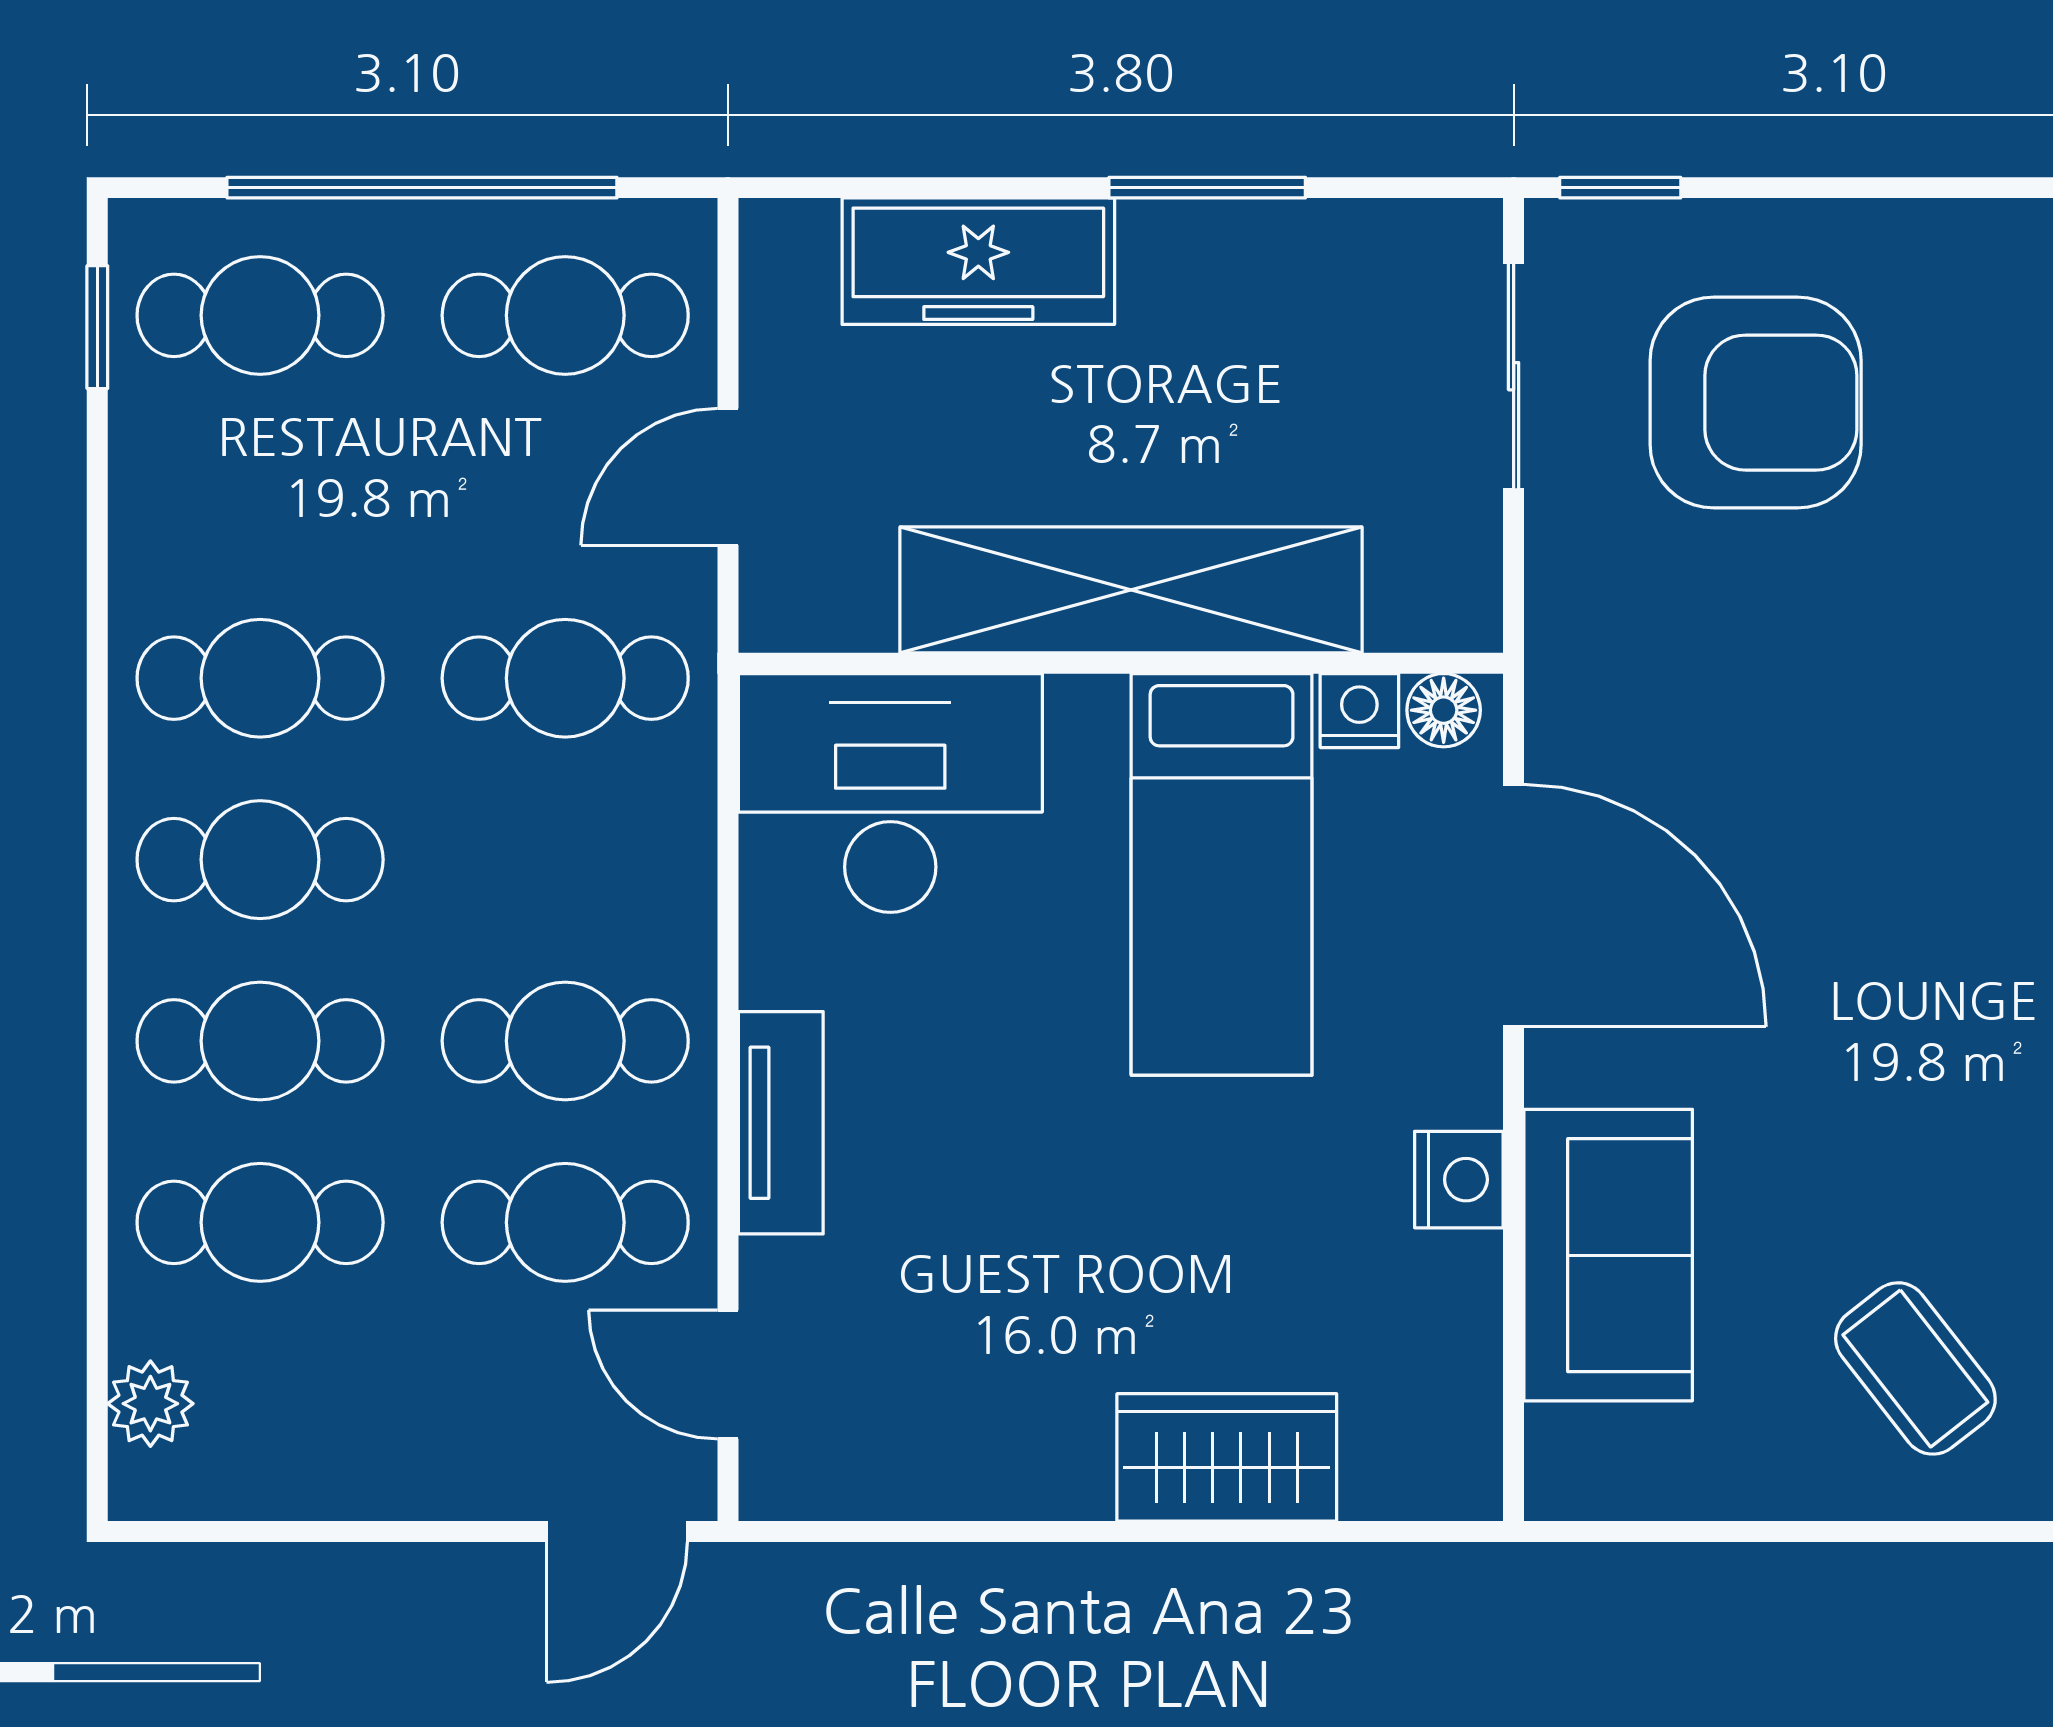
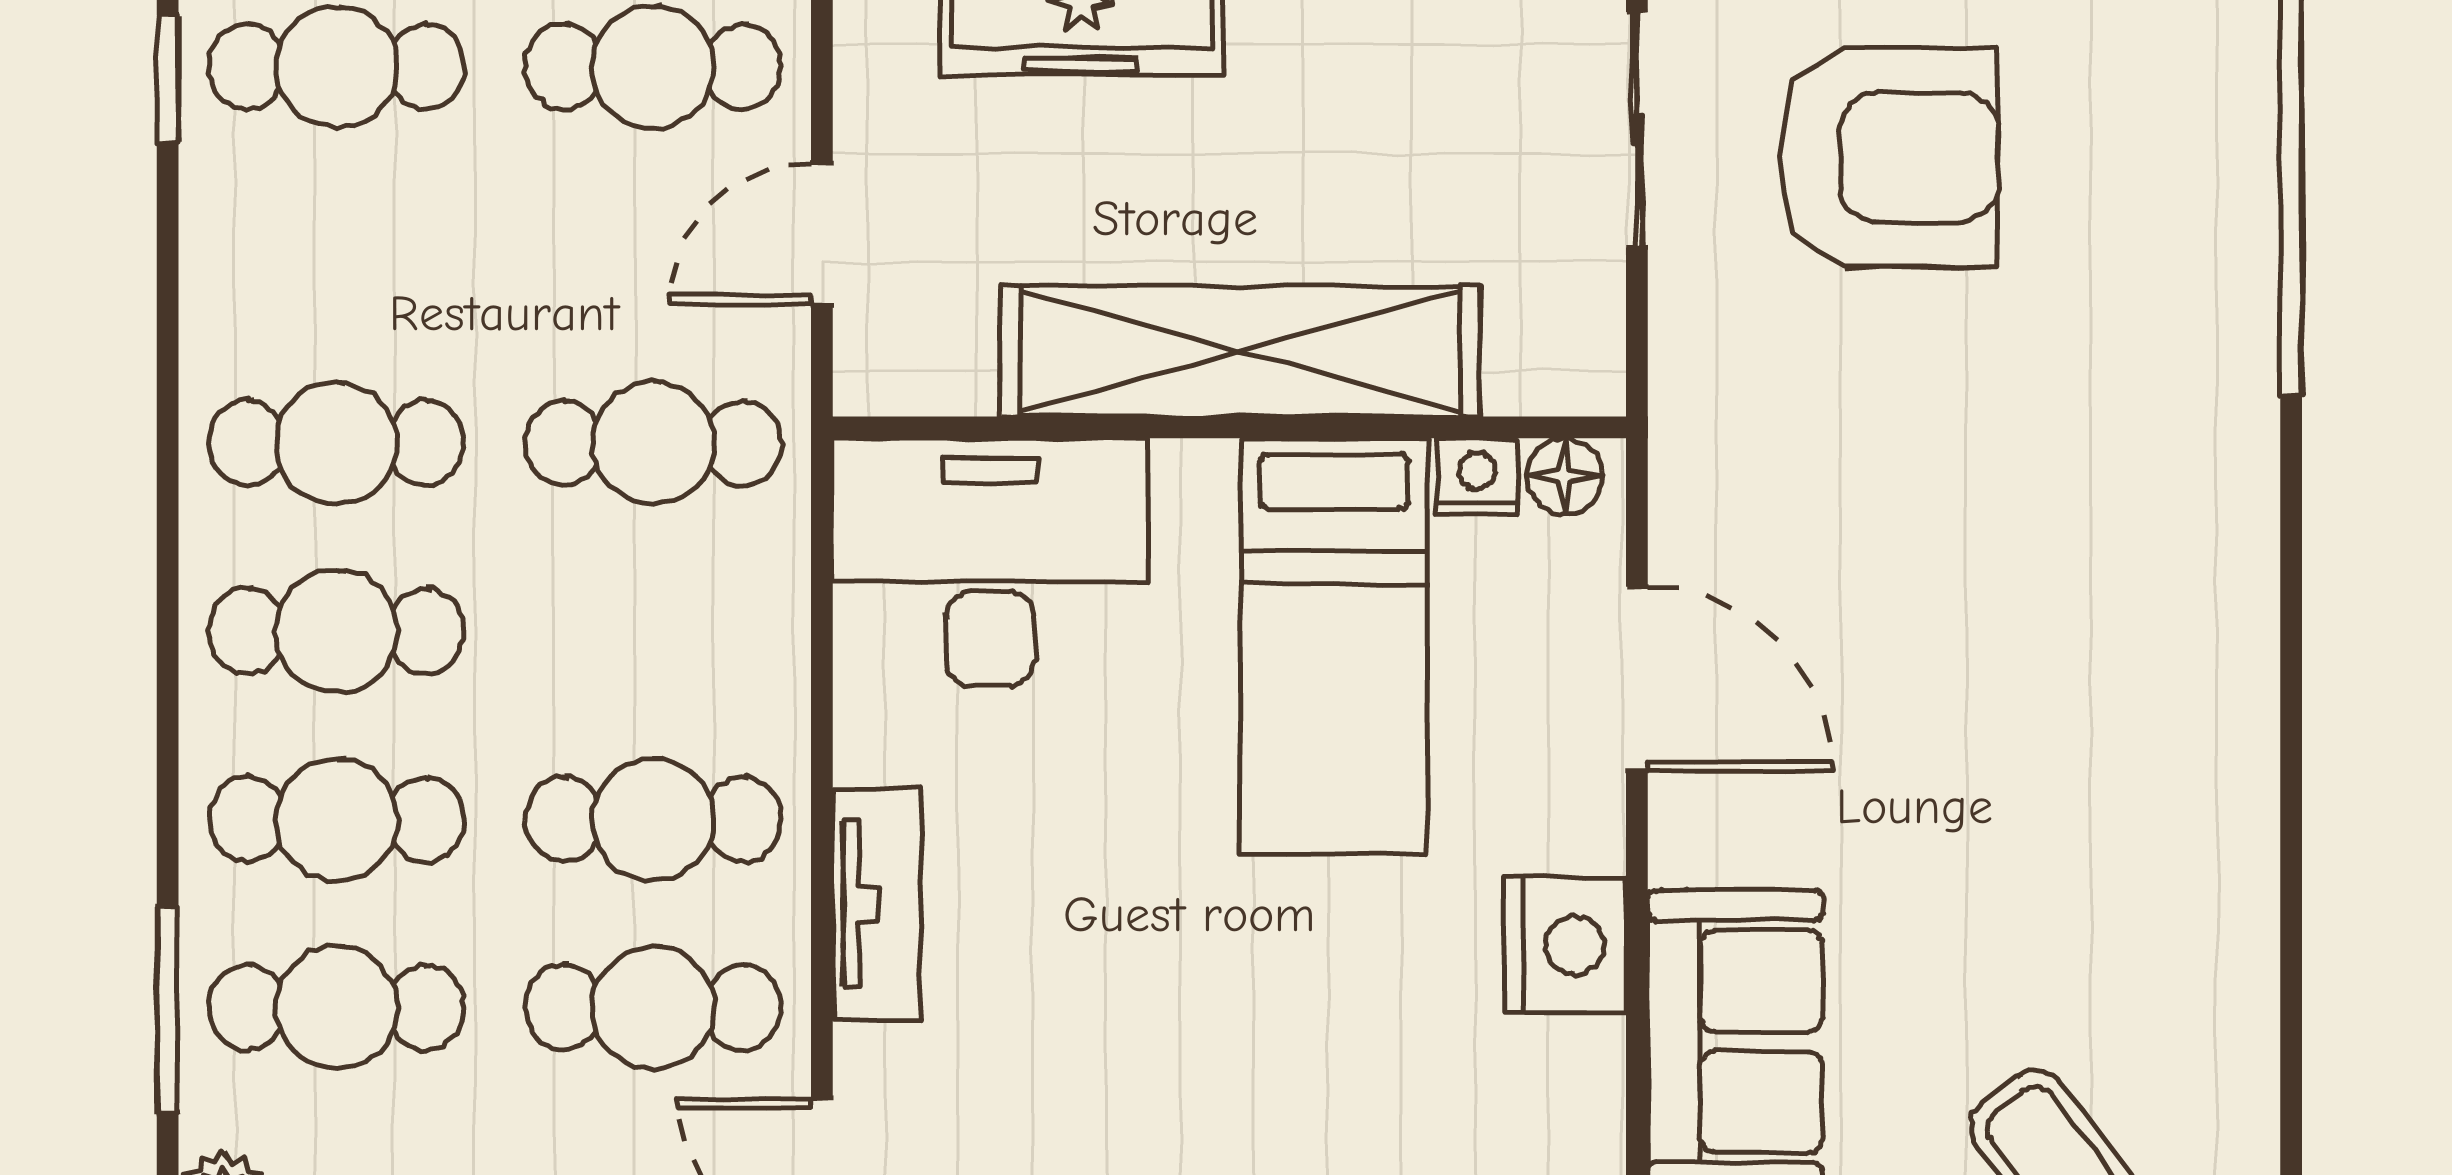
door: (1514, 906) -> (1637, 679), width x0.73
nightstand: (1459, 1180) -> (1565, 945), width x1.36, depth x1.33
window: (97, 1224) -> (168, 1010), added

